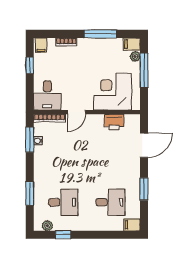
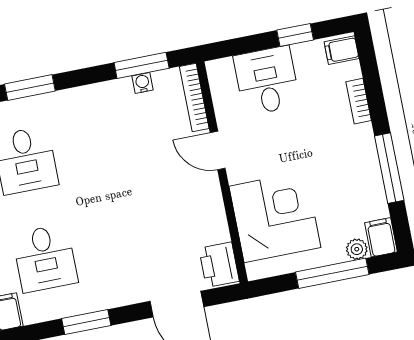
desk: (47, 95) -> (267, 81), moved, turned 90
printer: (114, 122) -> (219, 265), moved

